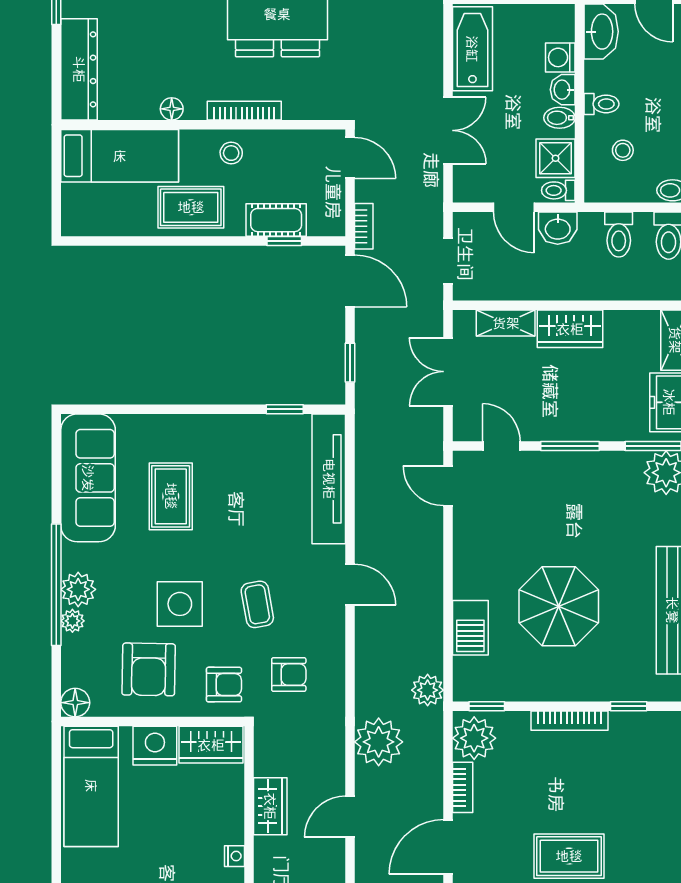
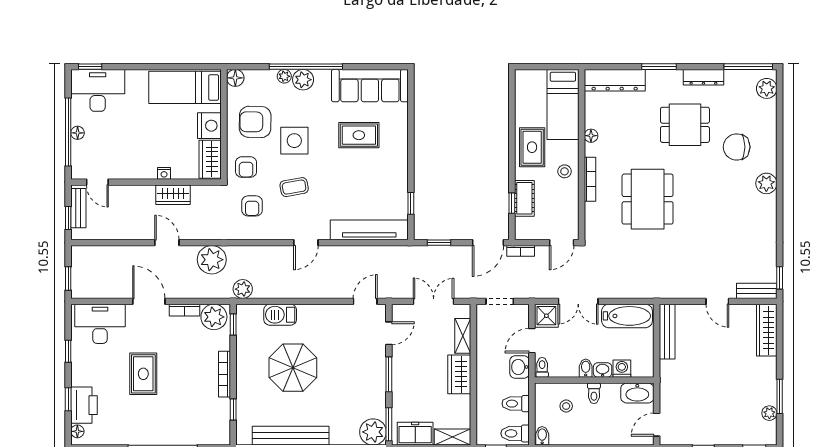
shower: (556, 158) -> (546, 316), moved
nightstand: (235, 856) -> (164, 173), moved

